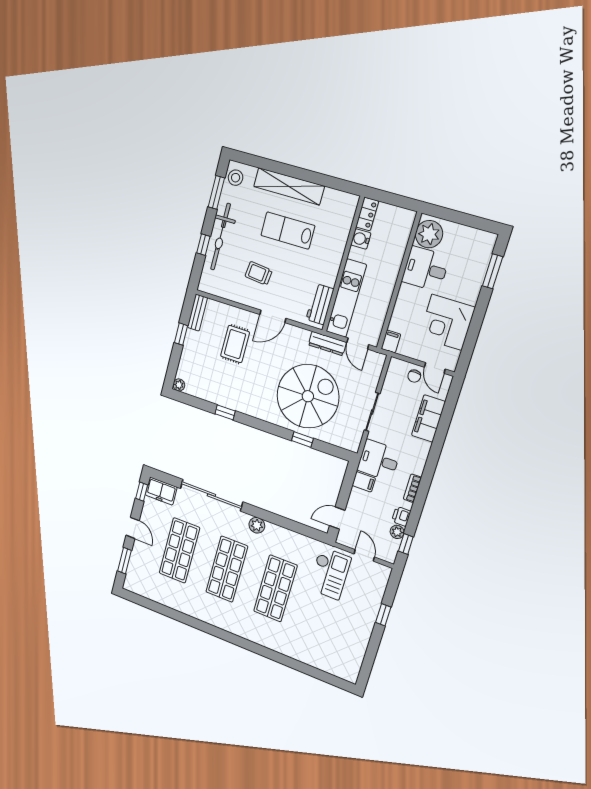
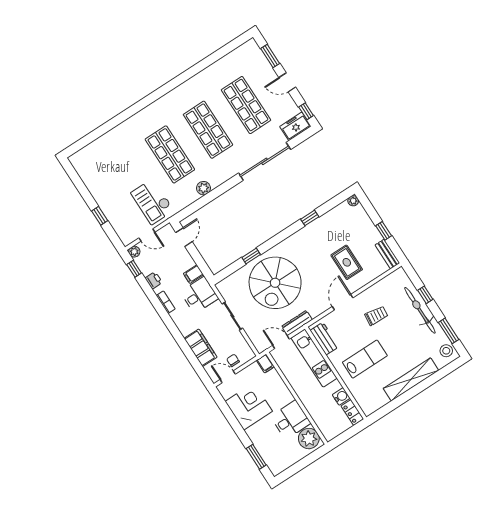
lab bench: (288, 231) -> (365, 359), moved
plant: (257, 525) -> (203, 188), moved
plant: (397, 532) -> (134, 252), moved

